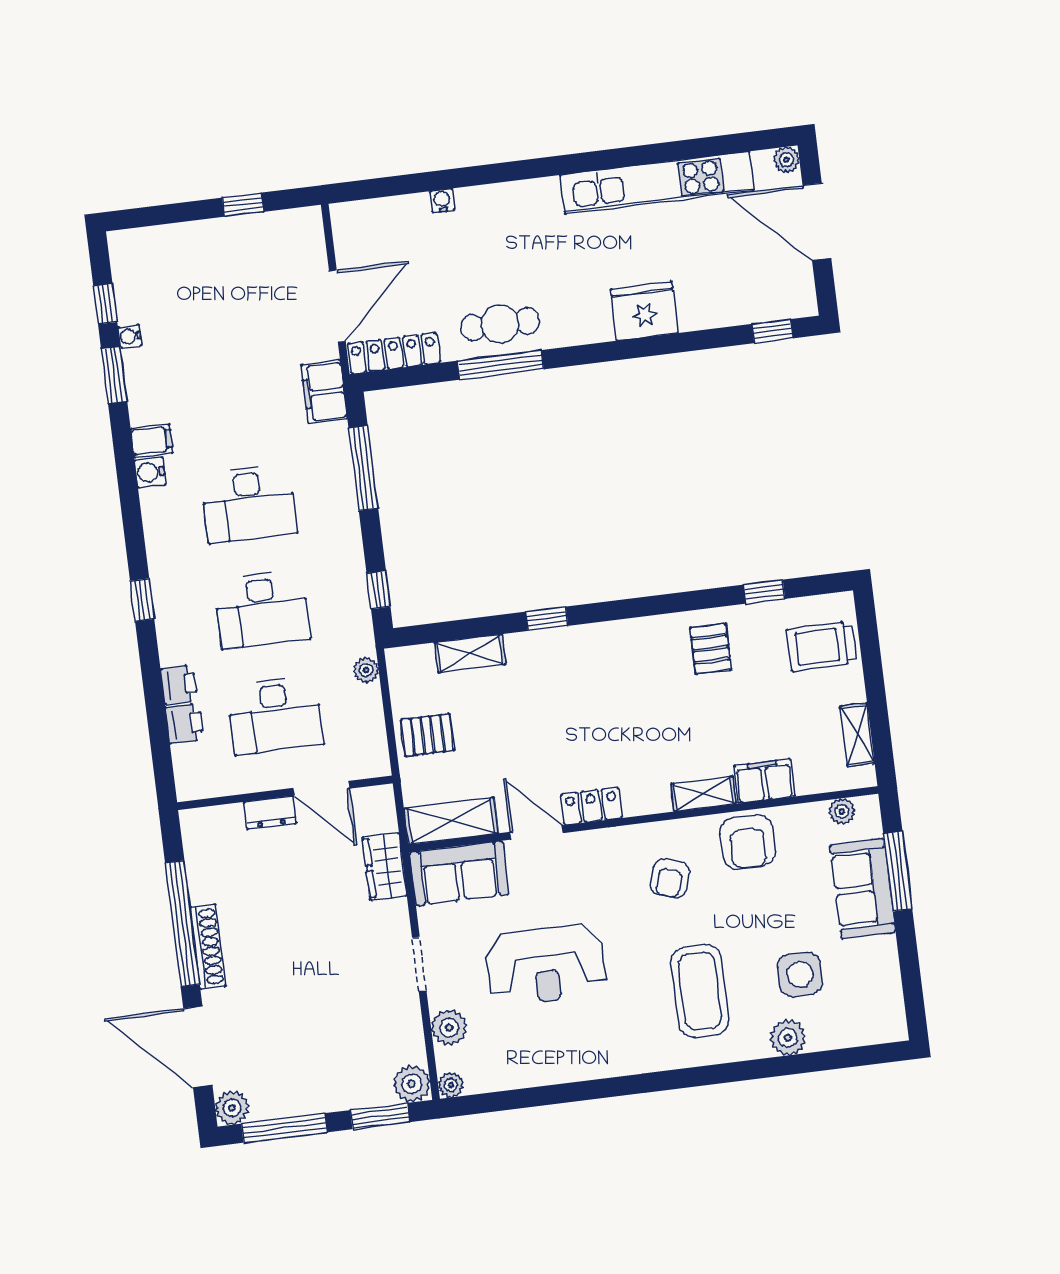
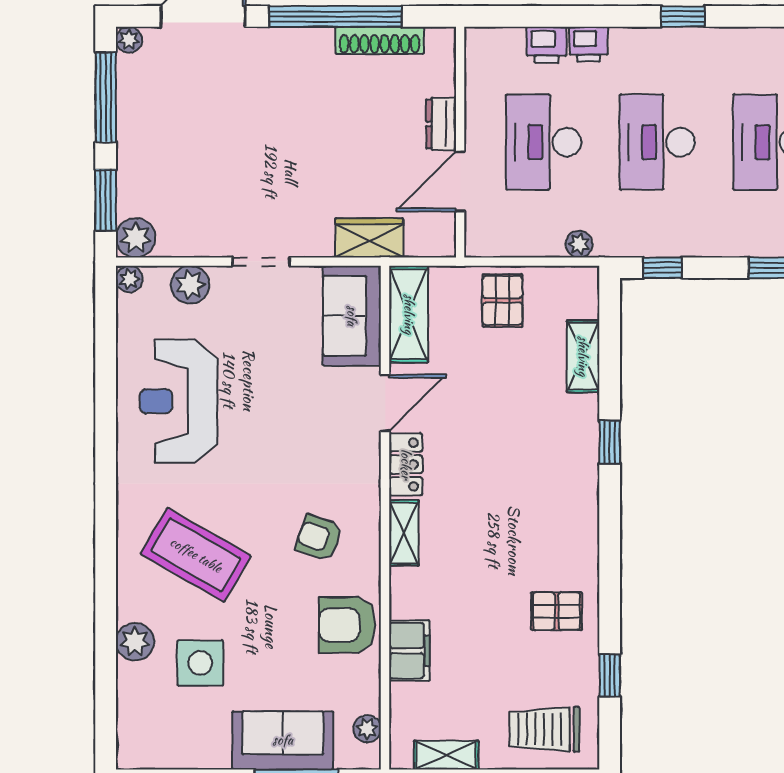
trolley: (822, 646) -> (544, 729), turned -90
shelving: (704, 794) -> (404, 533), moved
shoe rack: (208, 947) -> (380, 40), moved
reception desk: (546, 965) -> (179, 401), moved
coffee table: (700, 991) -> (196, 555), turned 30
plant: (232, 1108) -> (129, 40), width x0.73, depth x0.73

